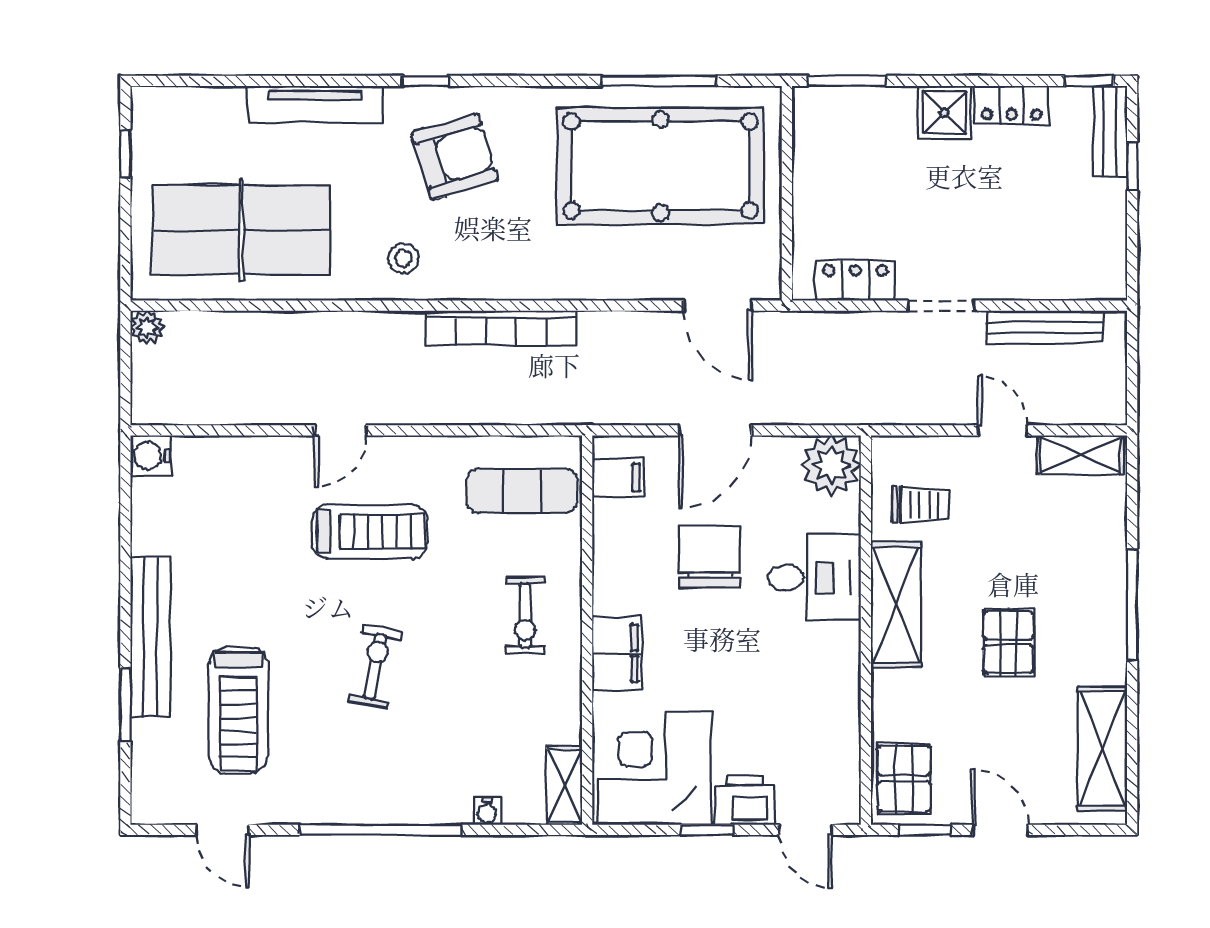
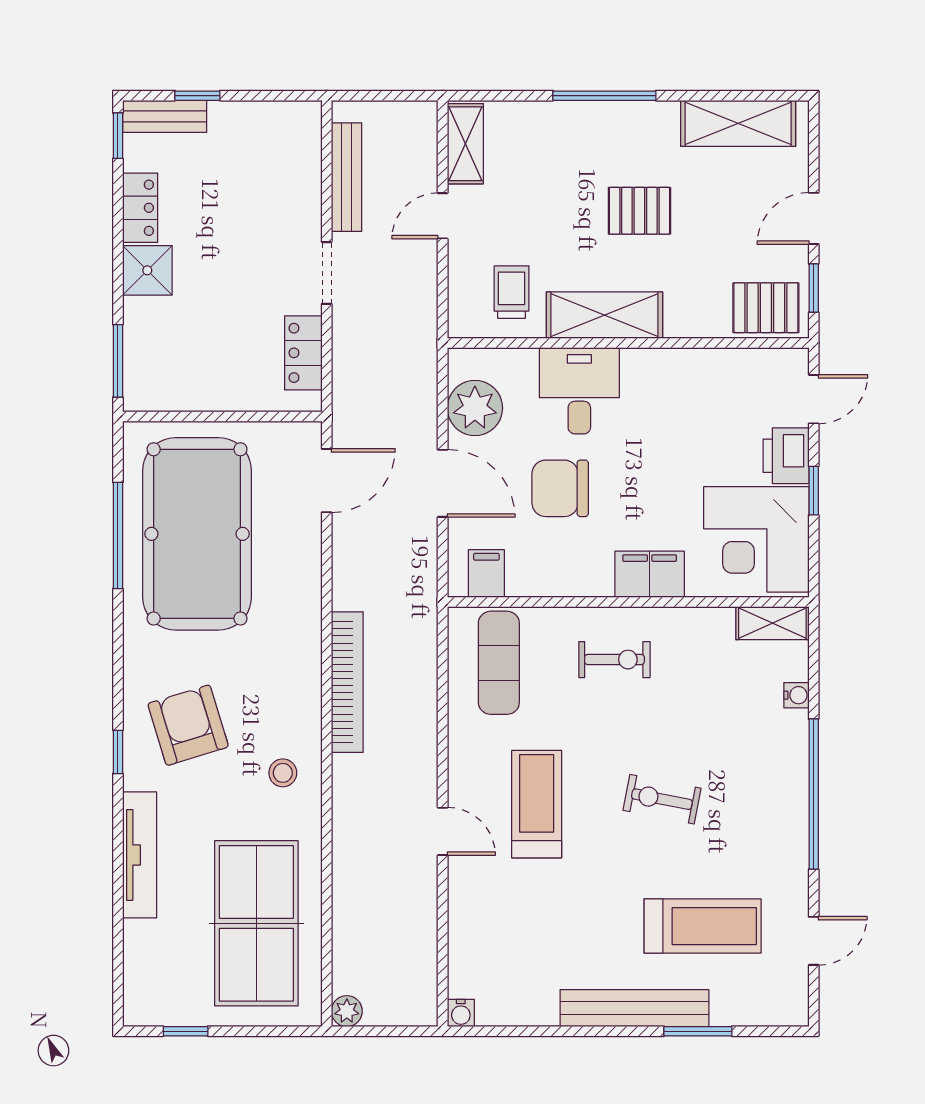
water cooler: (151, 456) -> (461, 1013), width x0.72, depth x0.72
plant: (831, 465) -> (475, 408), moved

